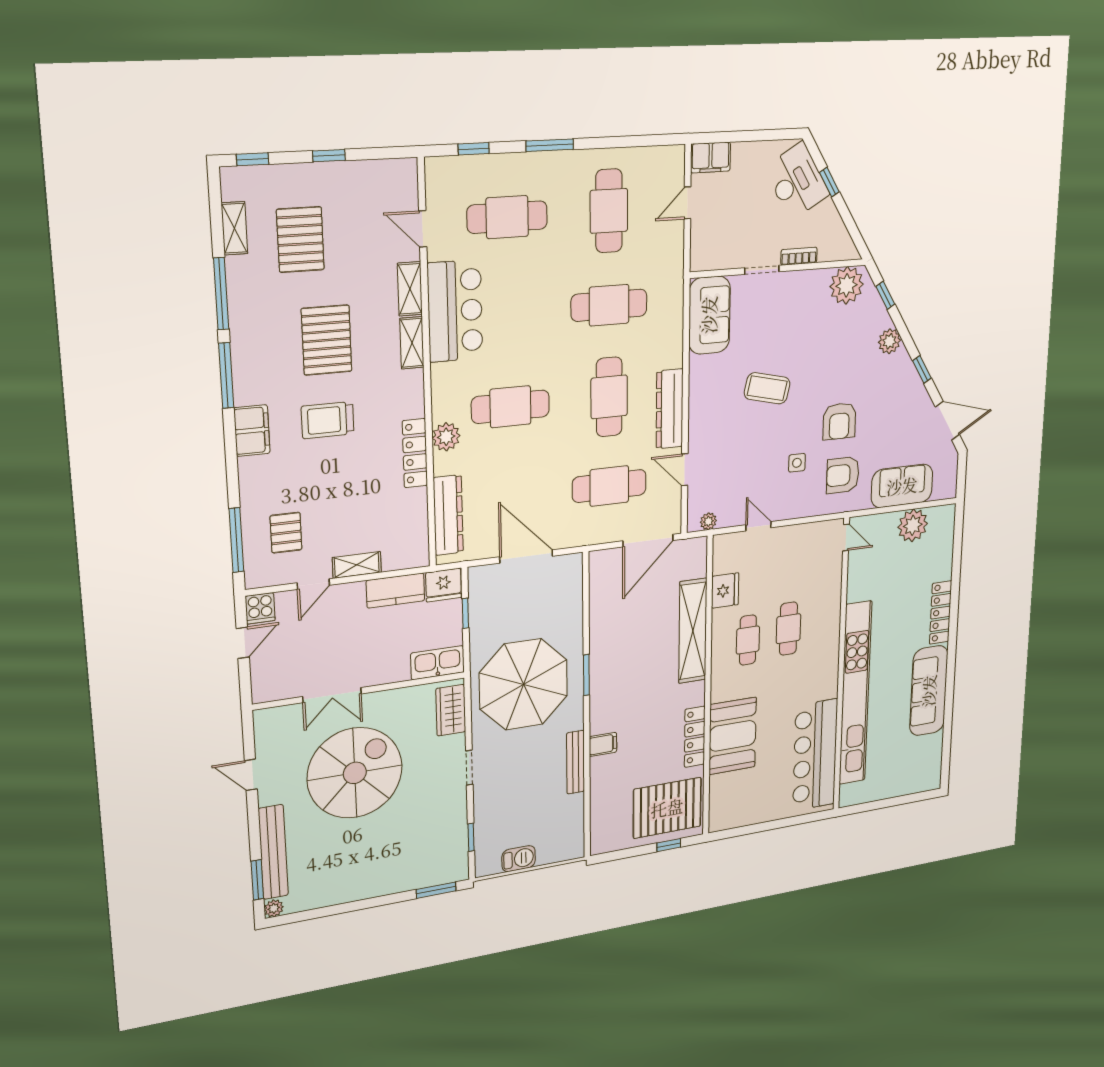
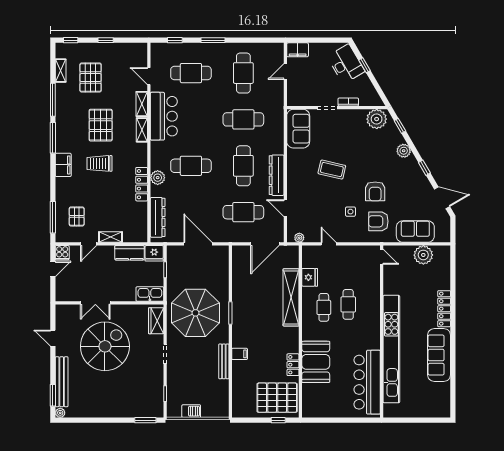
locker: (695, 737) -> (293, 365), width x0.66

